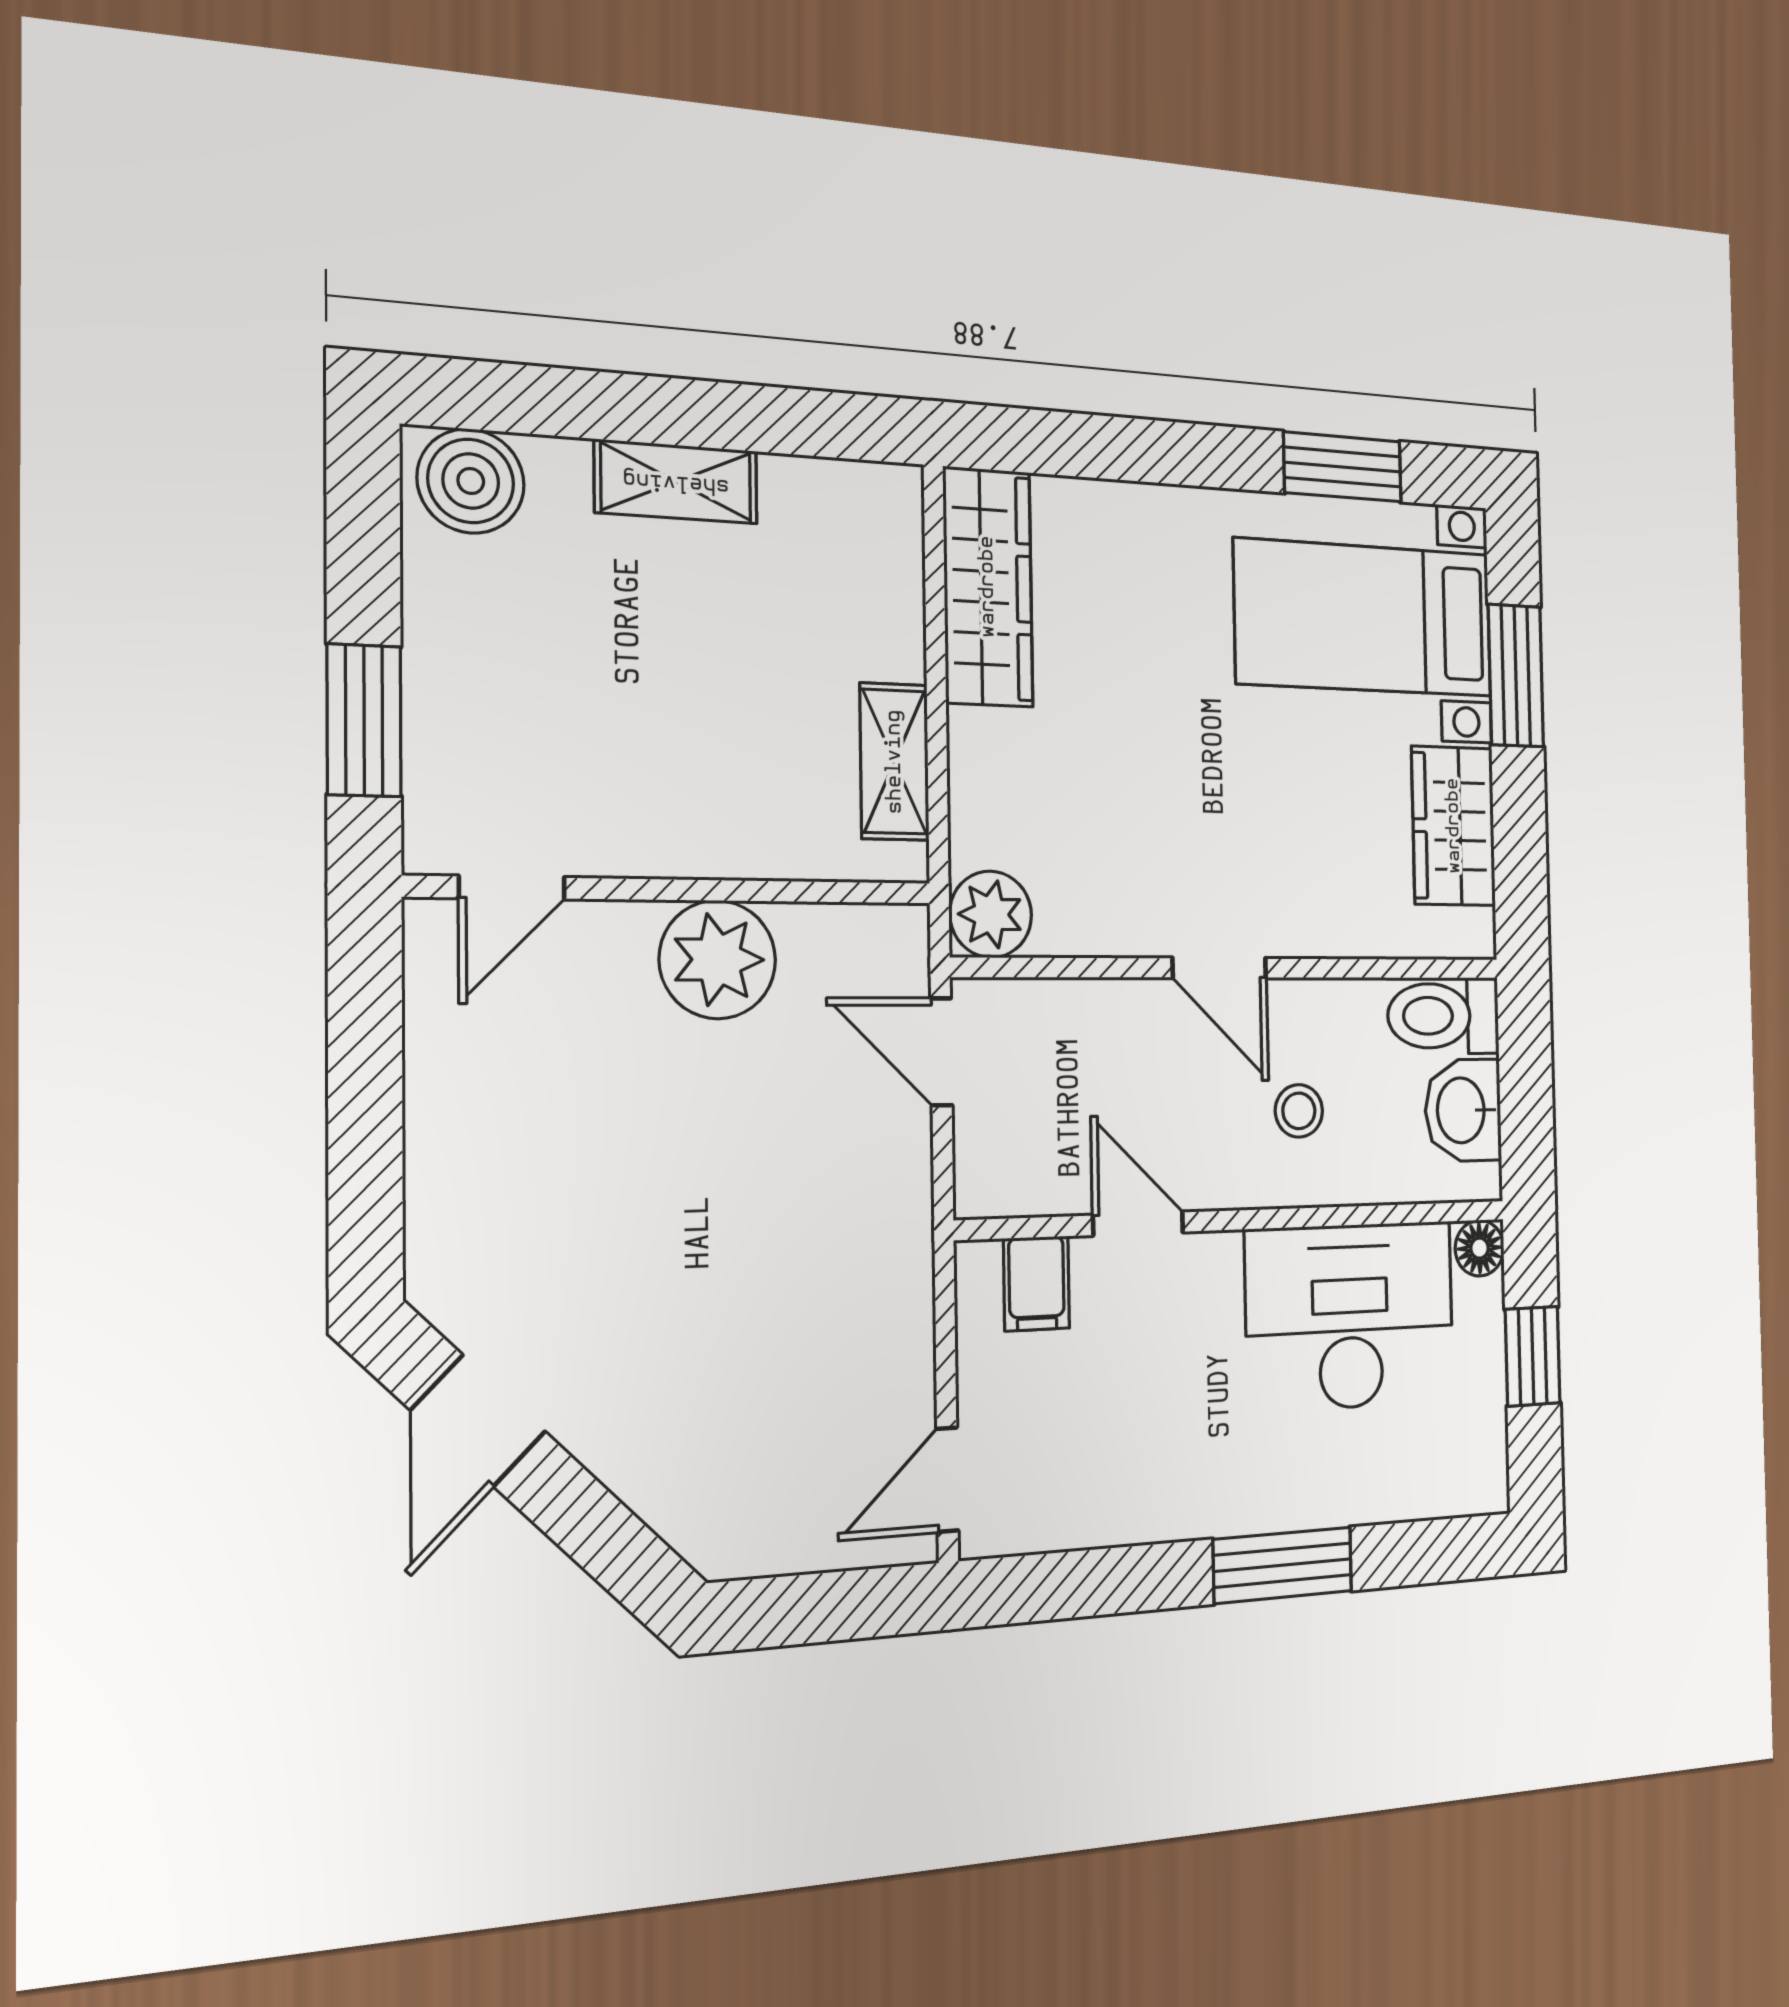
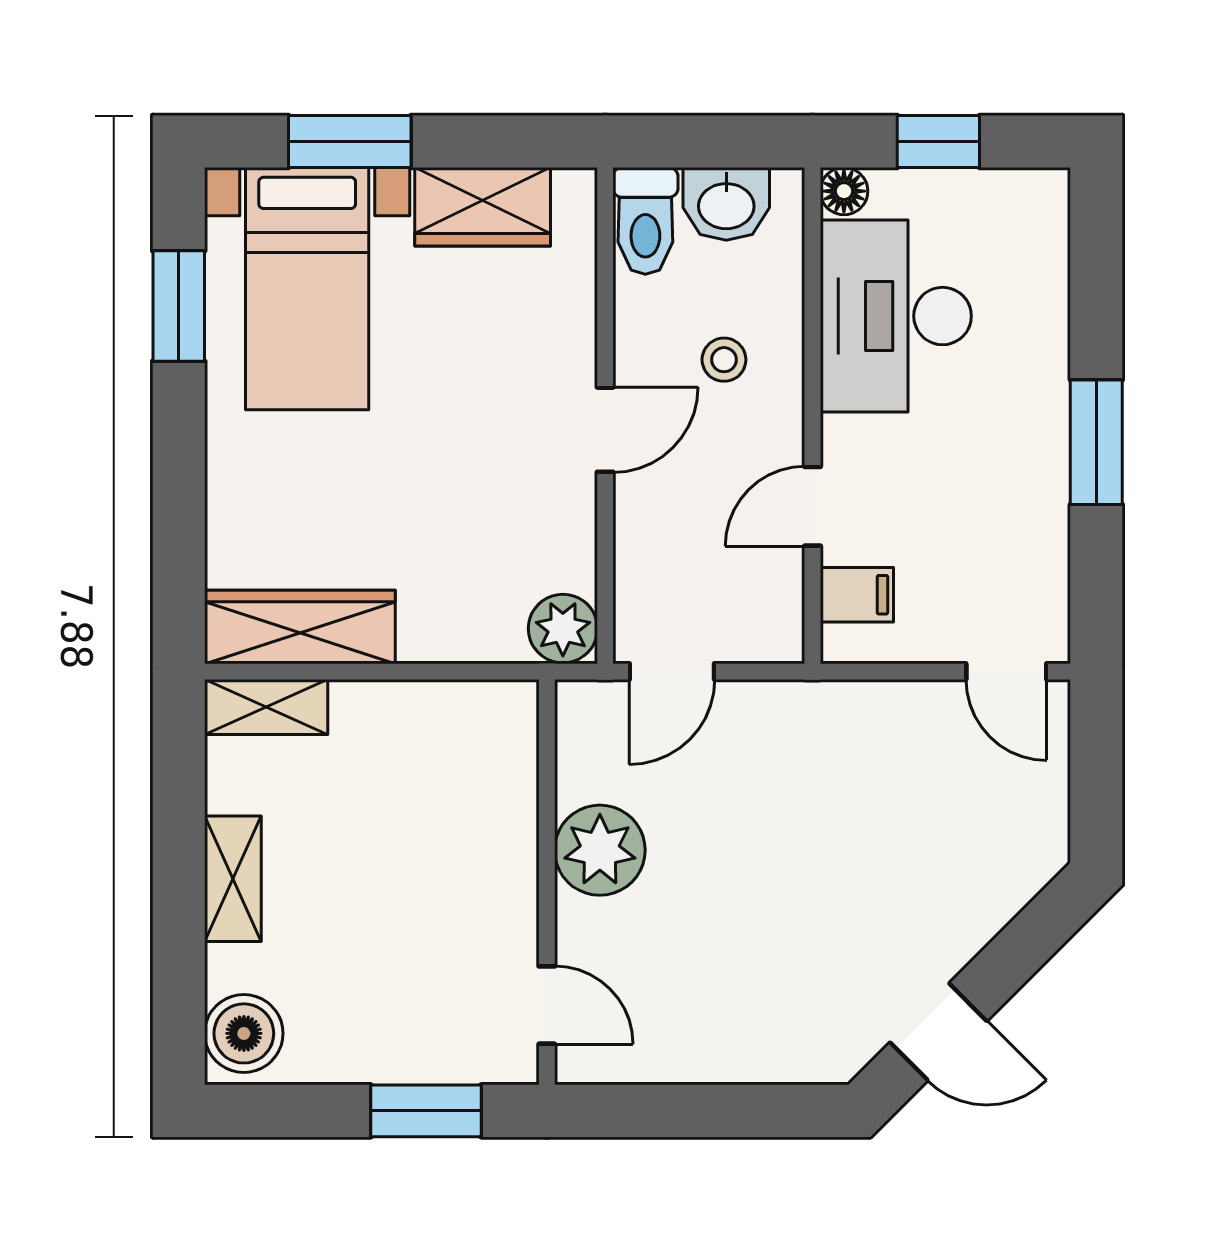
shelving: (895, 762) -> (266, 707), moved
window: (1283, 1565) -> (1096, 442), moved

